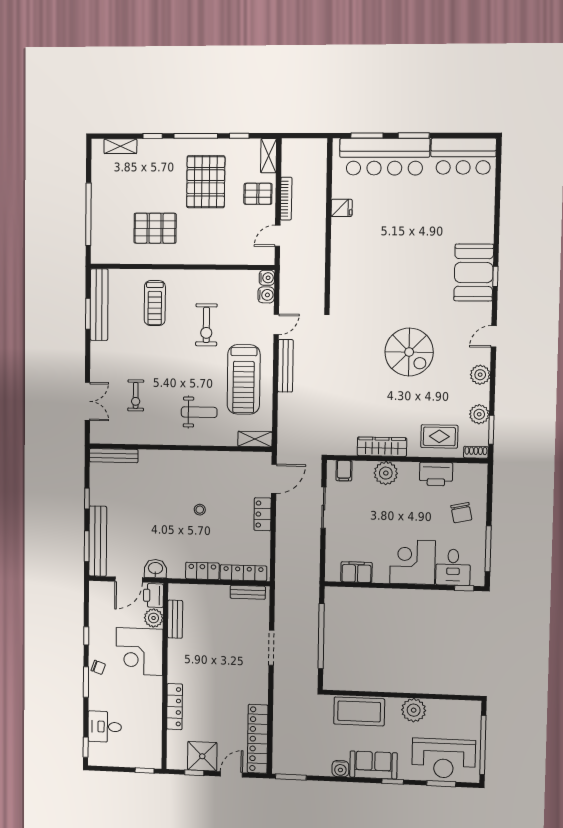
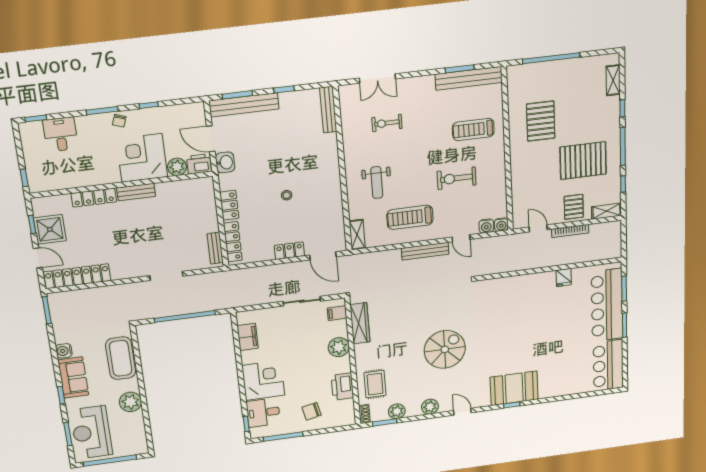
spiral stairs: (409, 352) -> (445, 349), turned 180
treadmill: (244, 379) -> (410, 217), width x0.73, depth x0.73
wardrobe: (382, 447) -> (360, 323), moved
bench: (175, 619) -> (136, 192), moved

